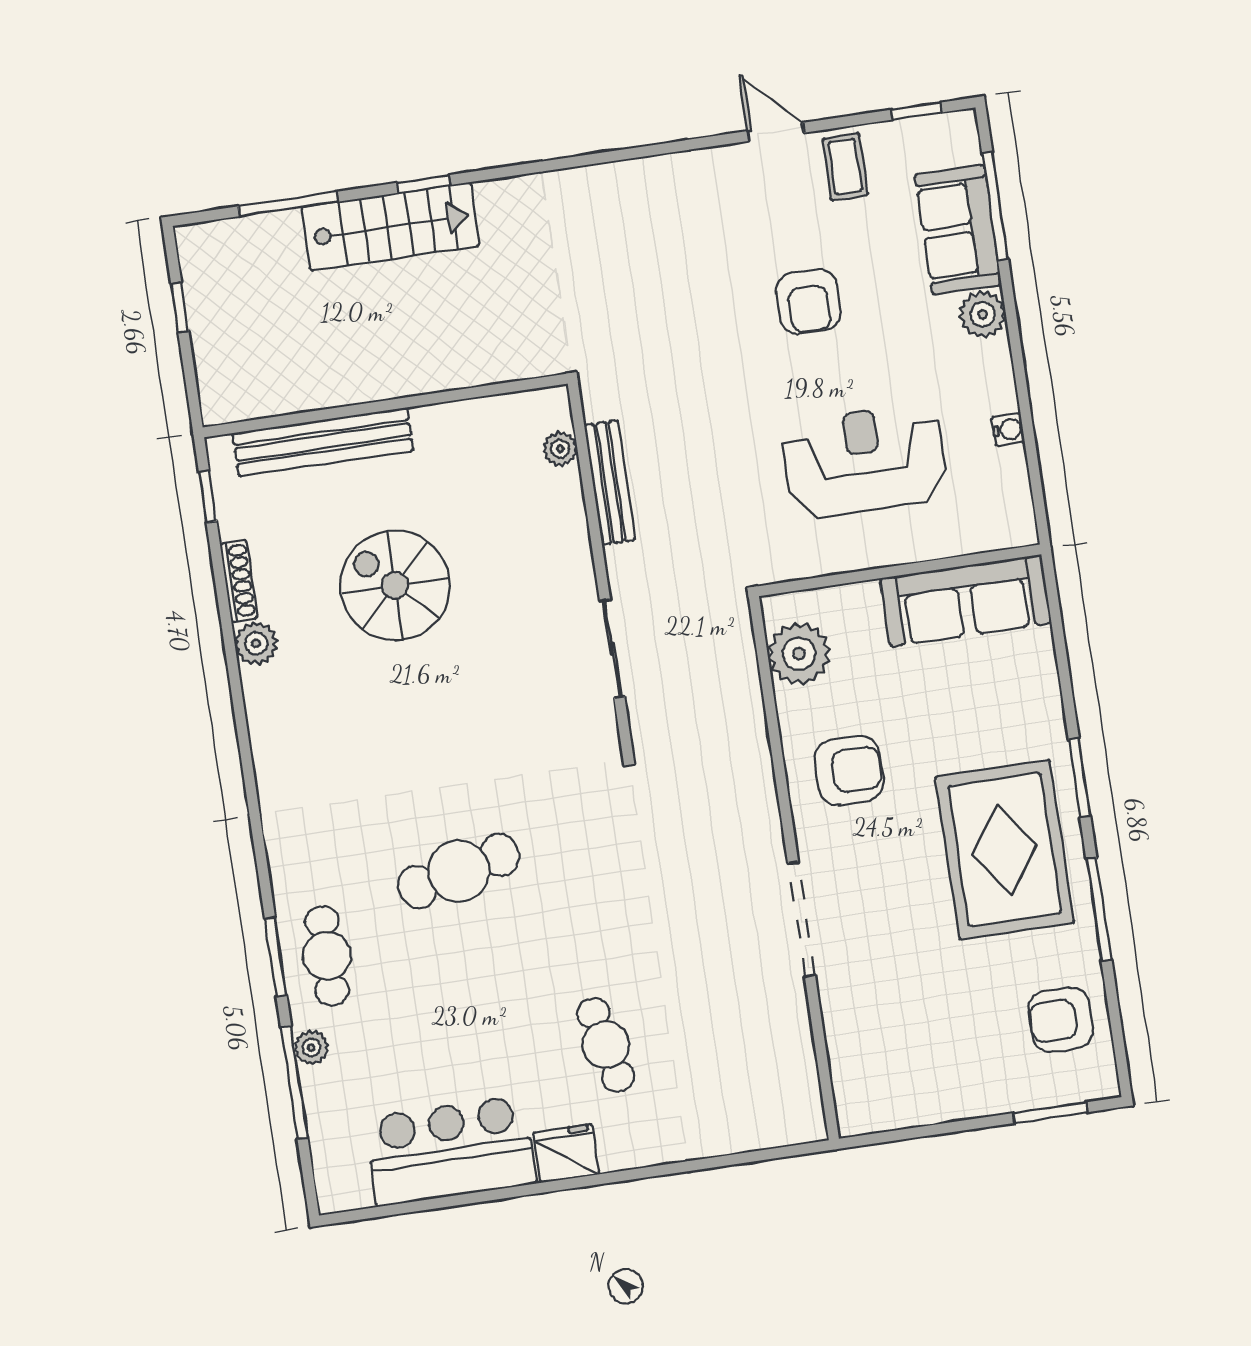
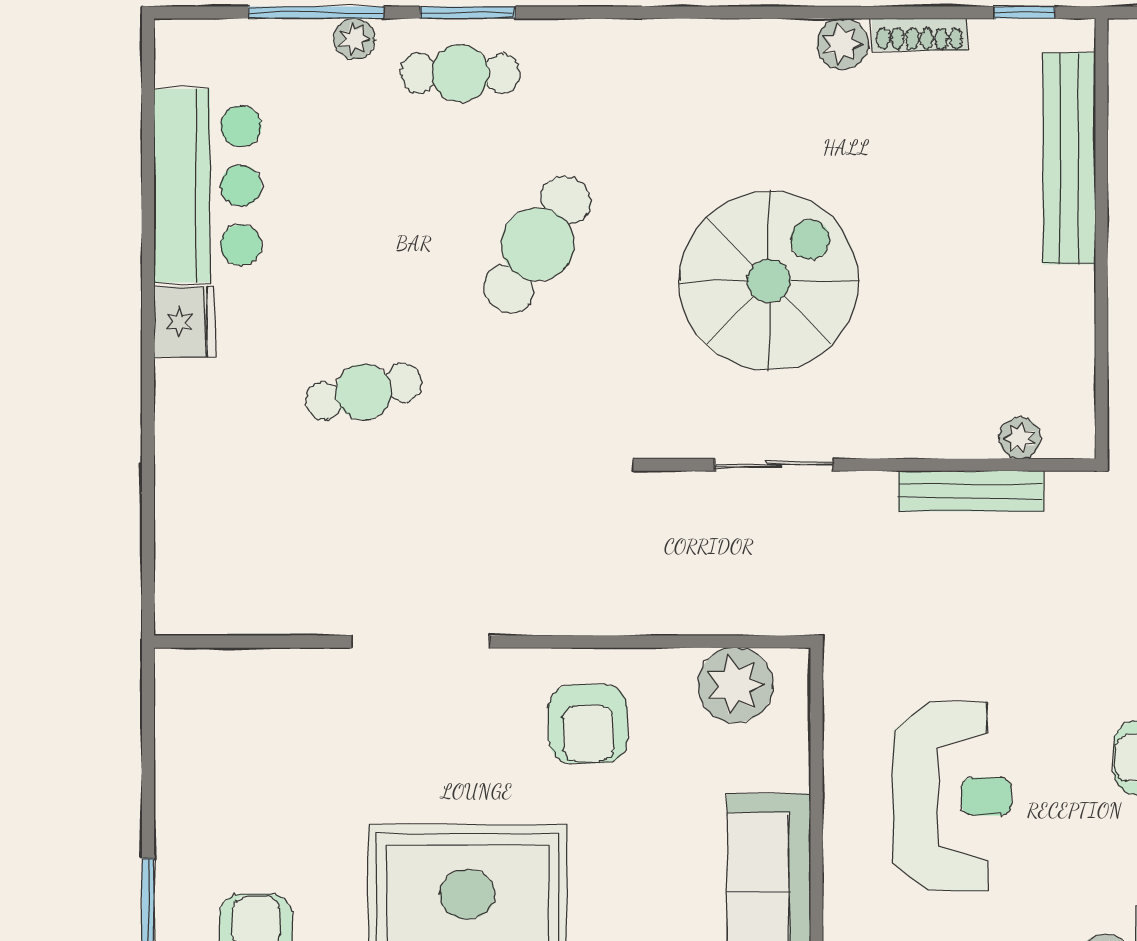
spiral stairs: (395, 585) -> (769, 281), moved, width x1.37, depth x1.37
cafe table: (459, 871) -> (538, 244), turned 46
cafe table: (606, 1045) -> (364, 392), moved

